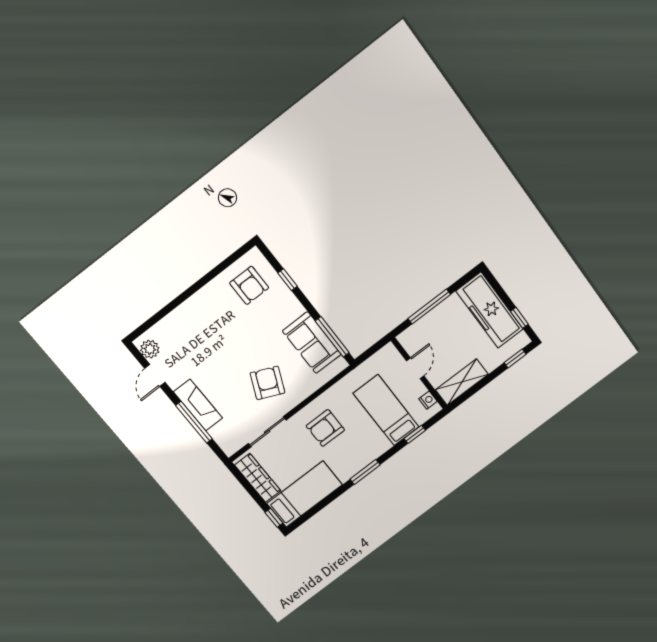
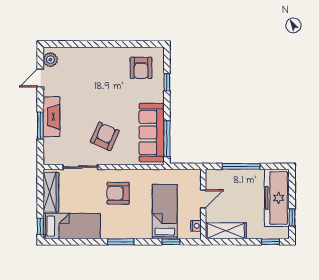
sofa: (312, 343) -> (152, 133), width x1.36
window: (194, 422) -> (40, 126), width x0.69

